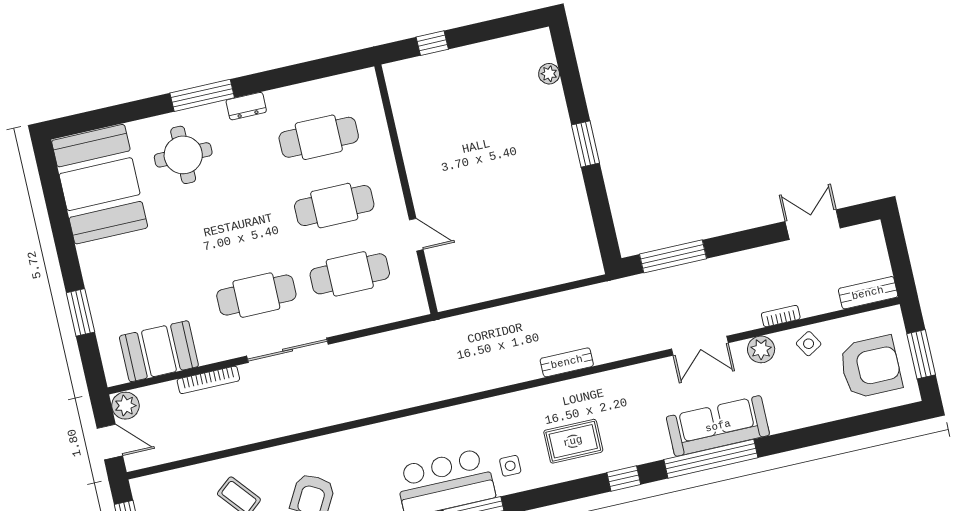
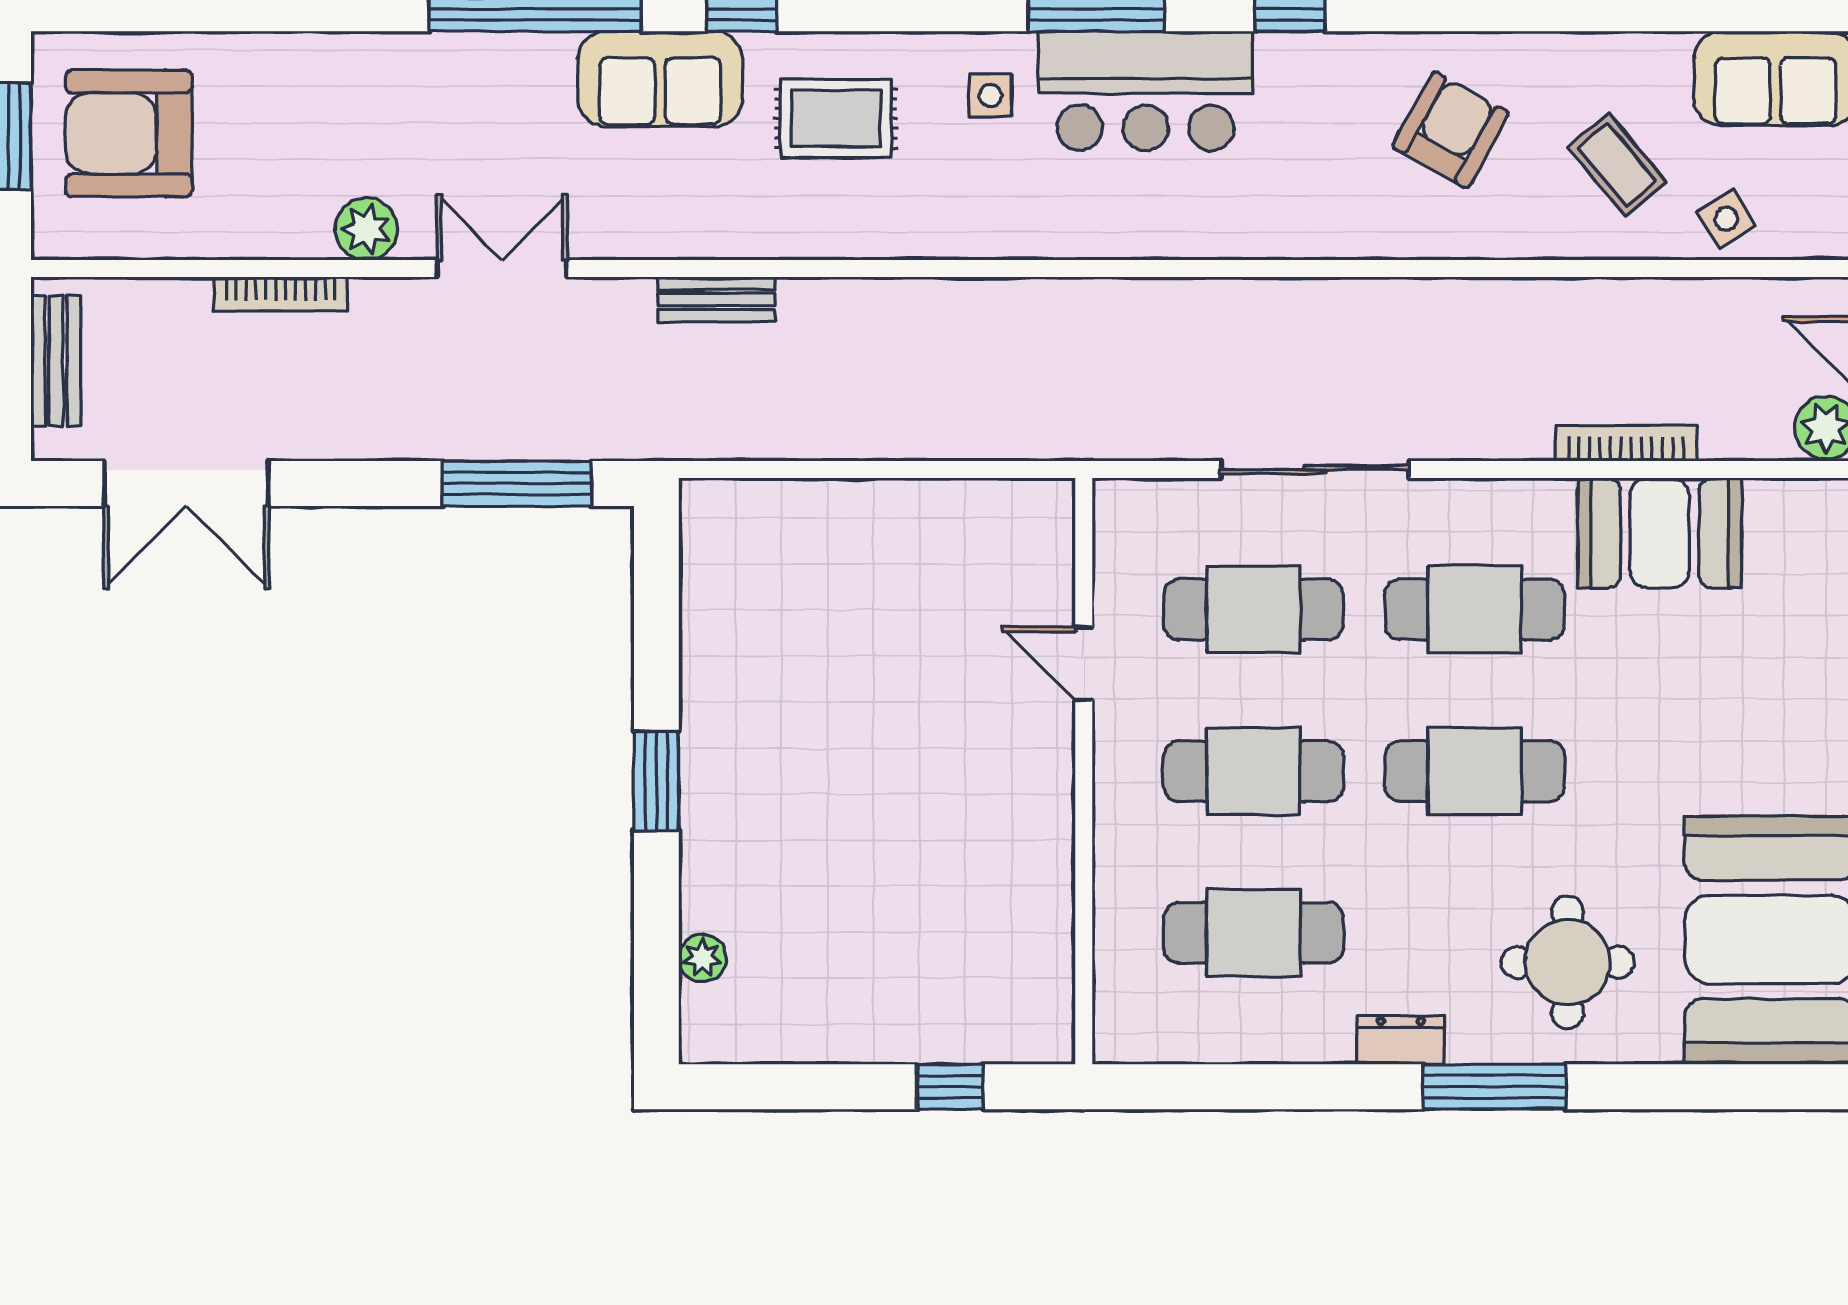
double door: (813, 225) -> (186, 484), width x1.37
cafe table: (241, 227) -> (1475, 771), added
bench: (868, 293) -> (56, 361), moved, turned 90
bookcase: (781, 316) -> (281, 294), width x1.56
side table: (809, 344) -> (1726, 219), moved
sliding door: (287, 350) -> (1315, 470), moved
booth: (159, 351) -> (1660, 533), moved
bench: (567, 362) -> (716, 299), moved
sofa: (718, 426) -> (660, 79), moved, width x0.73

